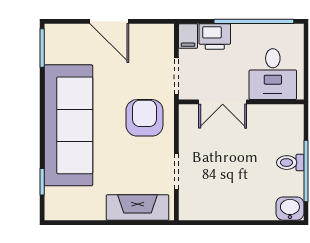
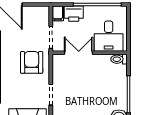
double door: (223, 102) -> (79, 53), swing flipped
toilet: (290, 163) -> (119, 59), moved

